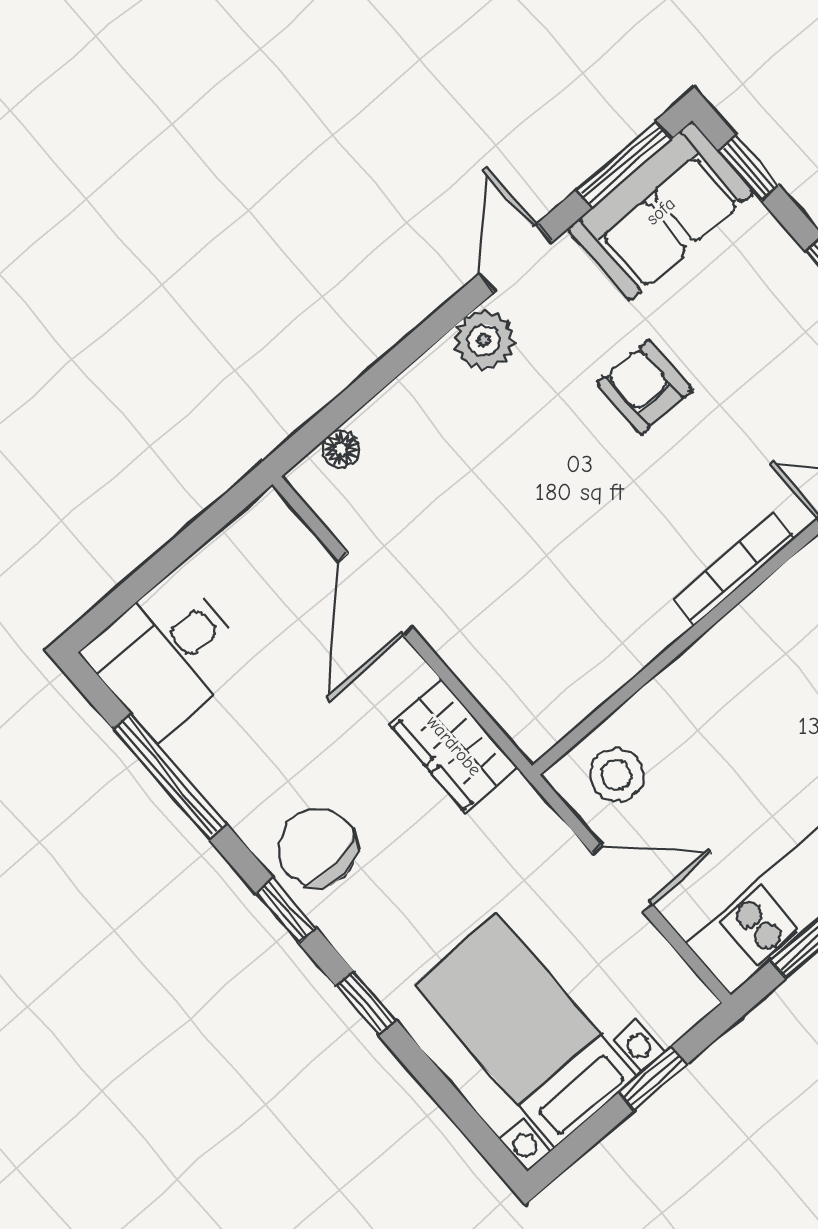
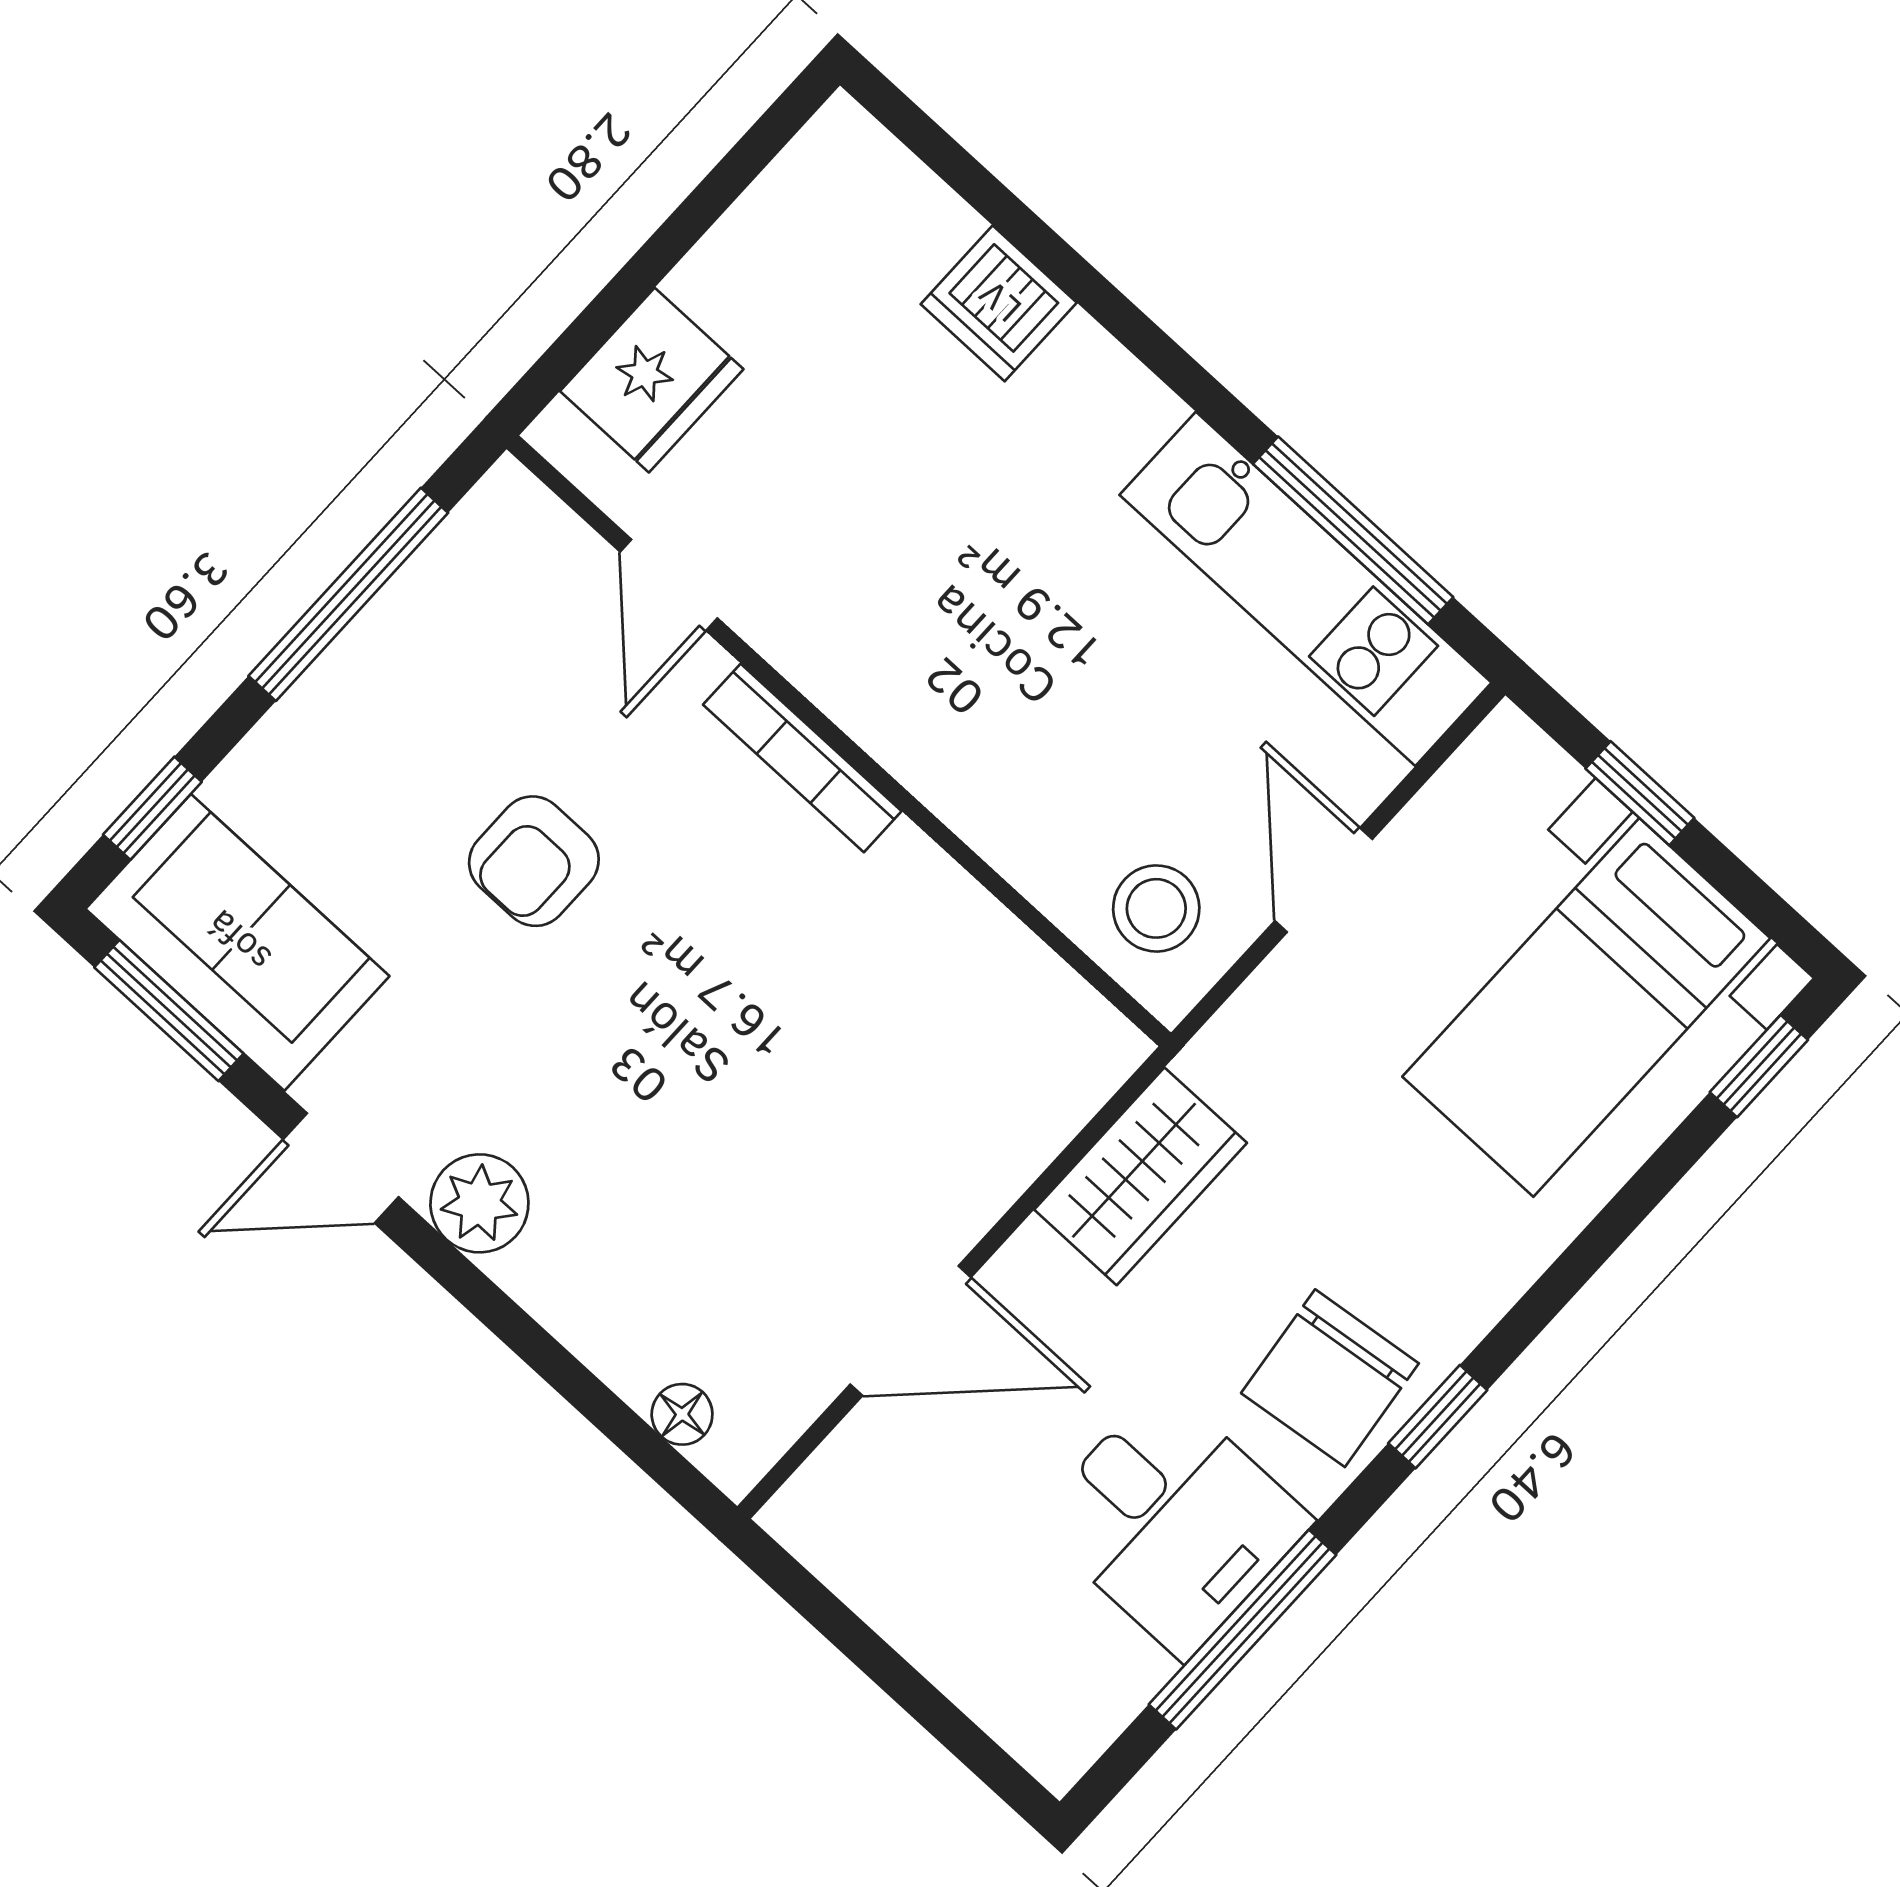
armchair: (645, 387) -> (534, 861), moved
desk: (167, 655) -> (1173, 1521), moved
window: (366, 1003) -> (1759, 1066), moved

